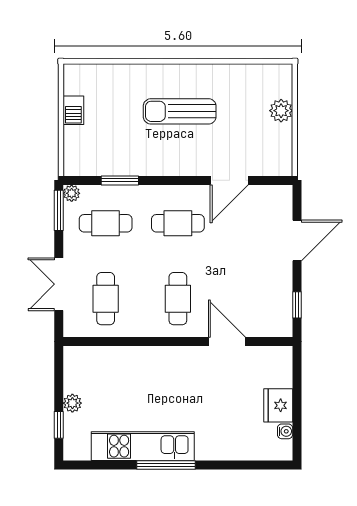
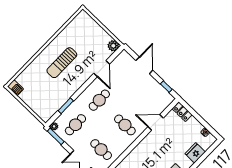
barbecue: (73, 110) -> (16, 88), moved
plant: (281, 111) -> (113, 46), moved
locker: (282, 366) -> (182, 112), added
fridge: (278, 405) -> (195, 153), moved, turned 90

